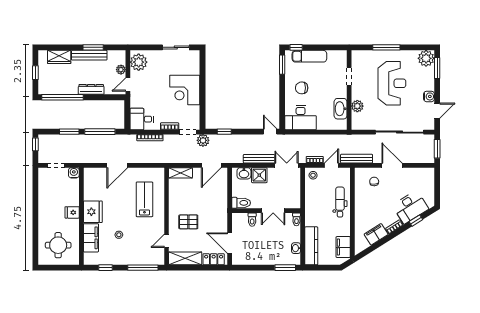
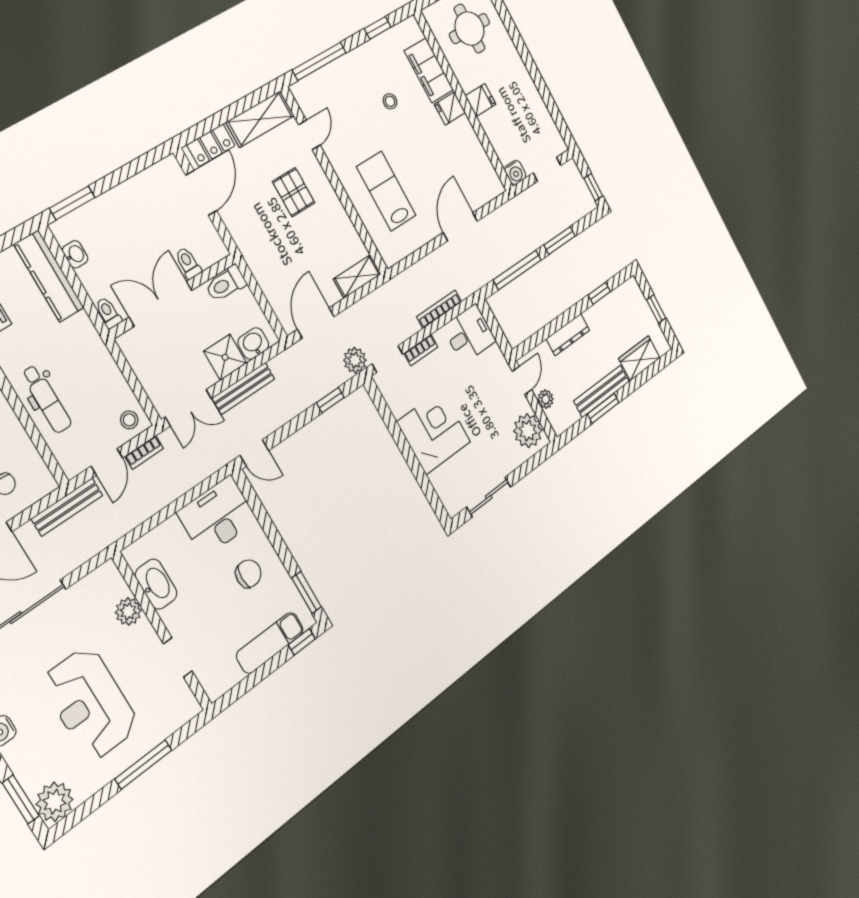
window: (63, 97) -> (599, 293), width x0.32
lab bench: (144, 199) -> (386, 191), turned 180
double door: (273, 211) -> (161, 304), width x1.37
fridge: (93, 212) -> (450, 108), width x0.53, depth x0.75
pallet: (188, 222) -> (294, 192), turned 90
door: (230, 243) -> (201, 193), hinge flipped

